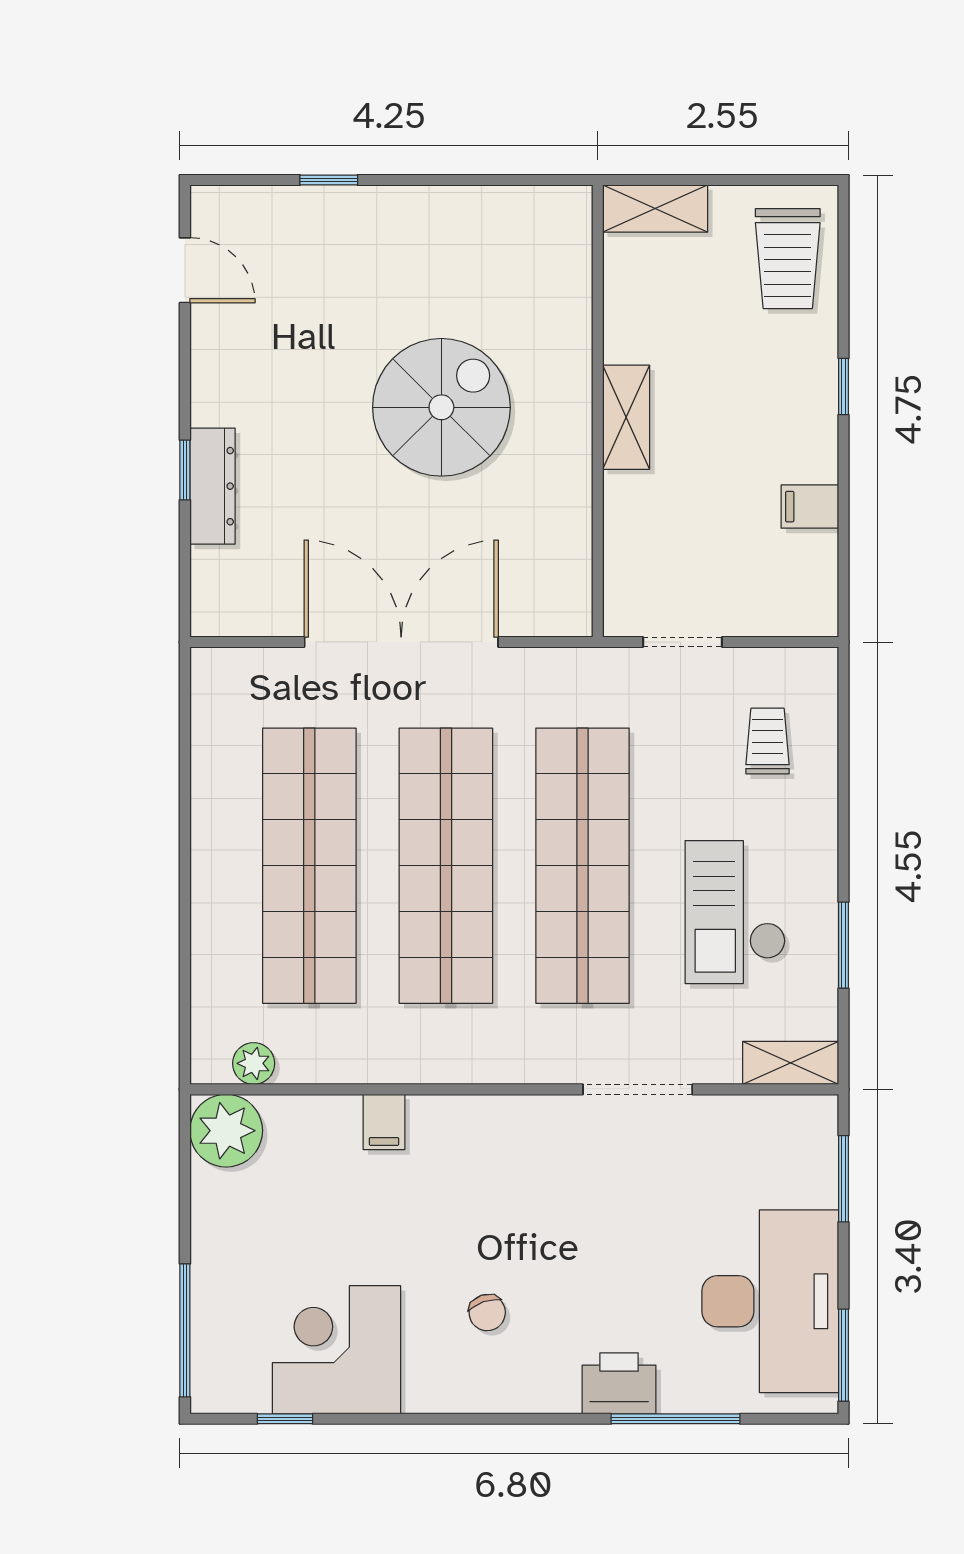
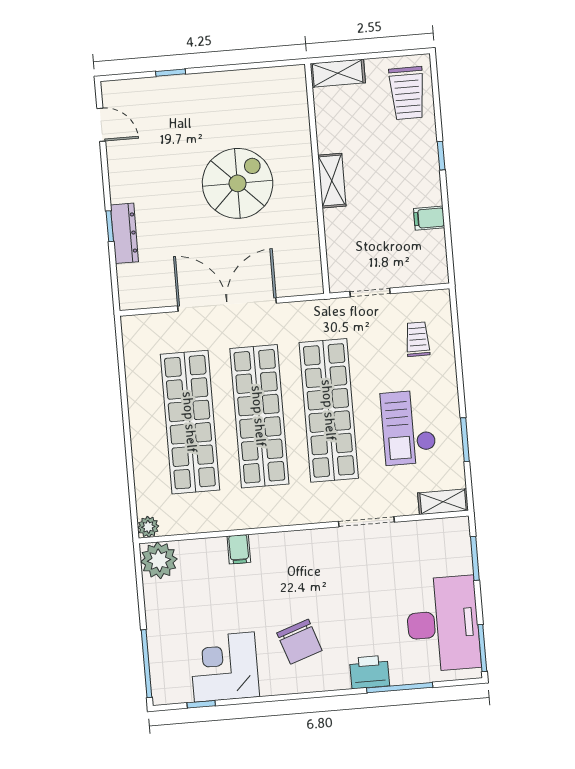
plant: (254, 1063) -> (148, 527), moved
chair: (487, 1313) -> (299, 642), width x1.87, depth x1.87

